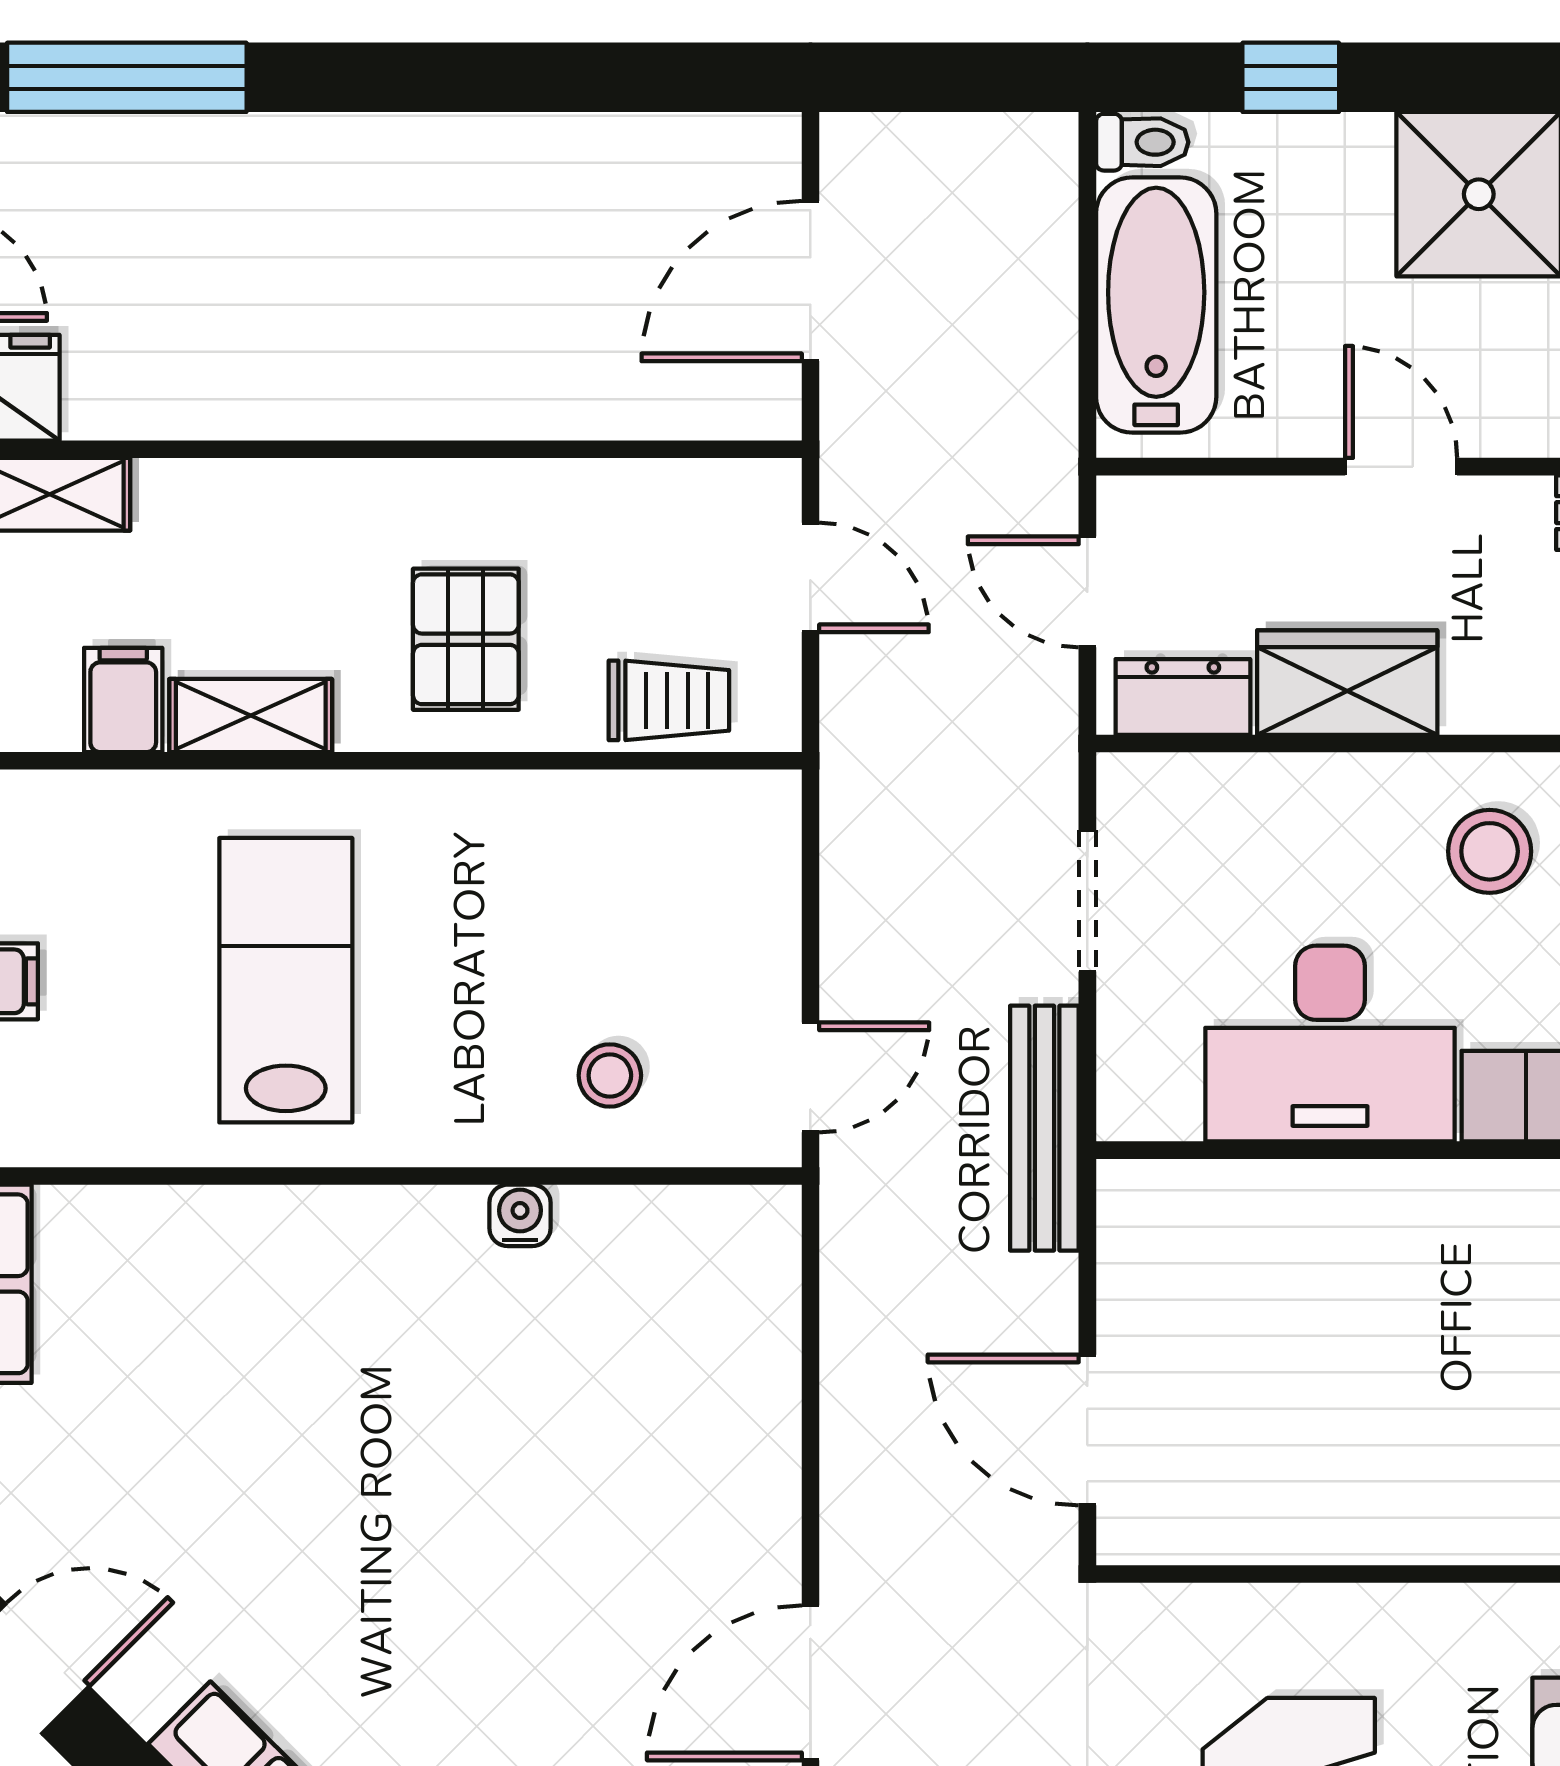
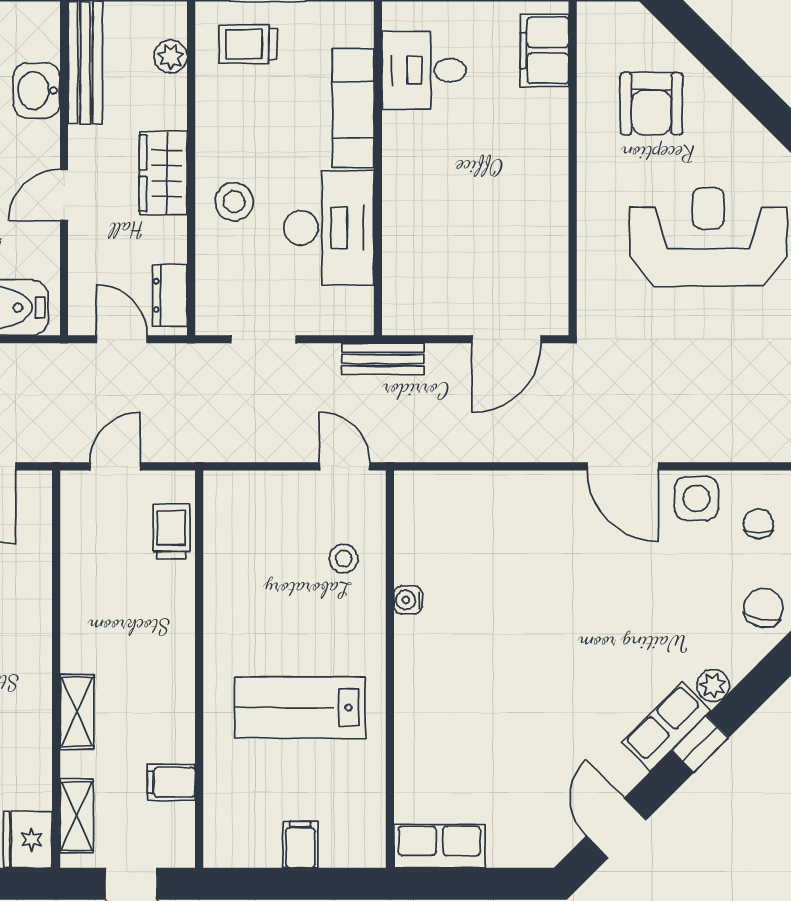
door: (1087, 592) -> (122, 339), swing flipped
pallet: (466, 639) -> (143, 625), removed
wardrobe: (1347, 683) -> (163, 173), moved
shelving: (251, 716) -> (77, 712), moved
stool: (1490, 851) -> (234, 202), moved
bench: (1044, 1128) -> (383, 359), width x0.73

